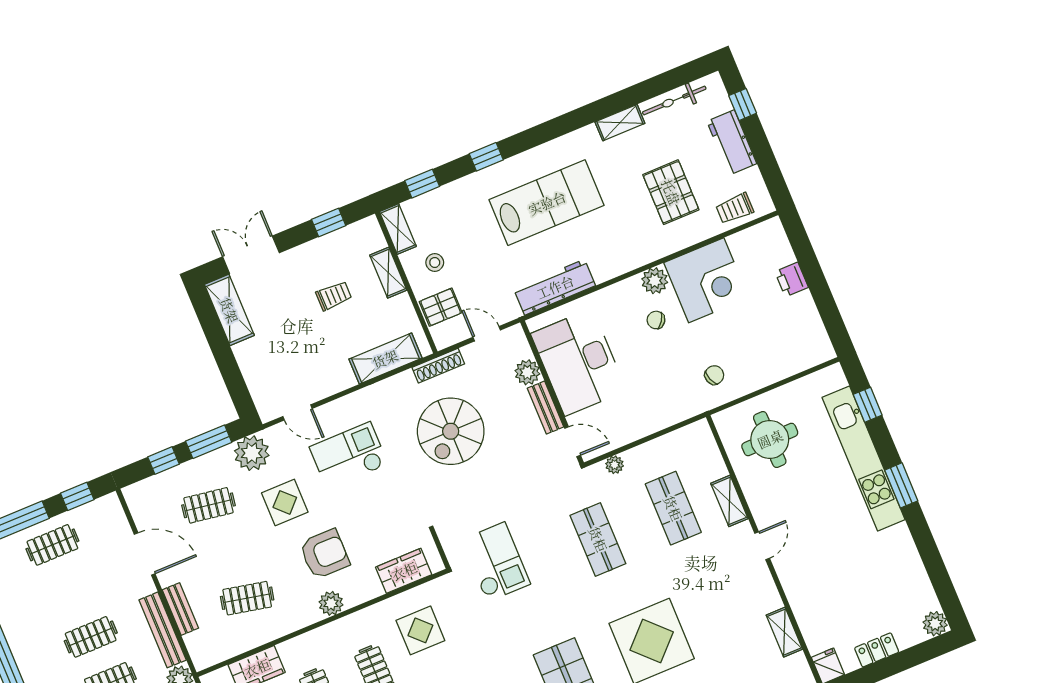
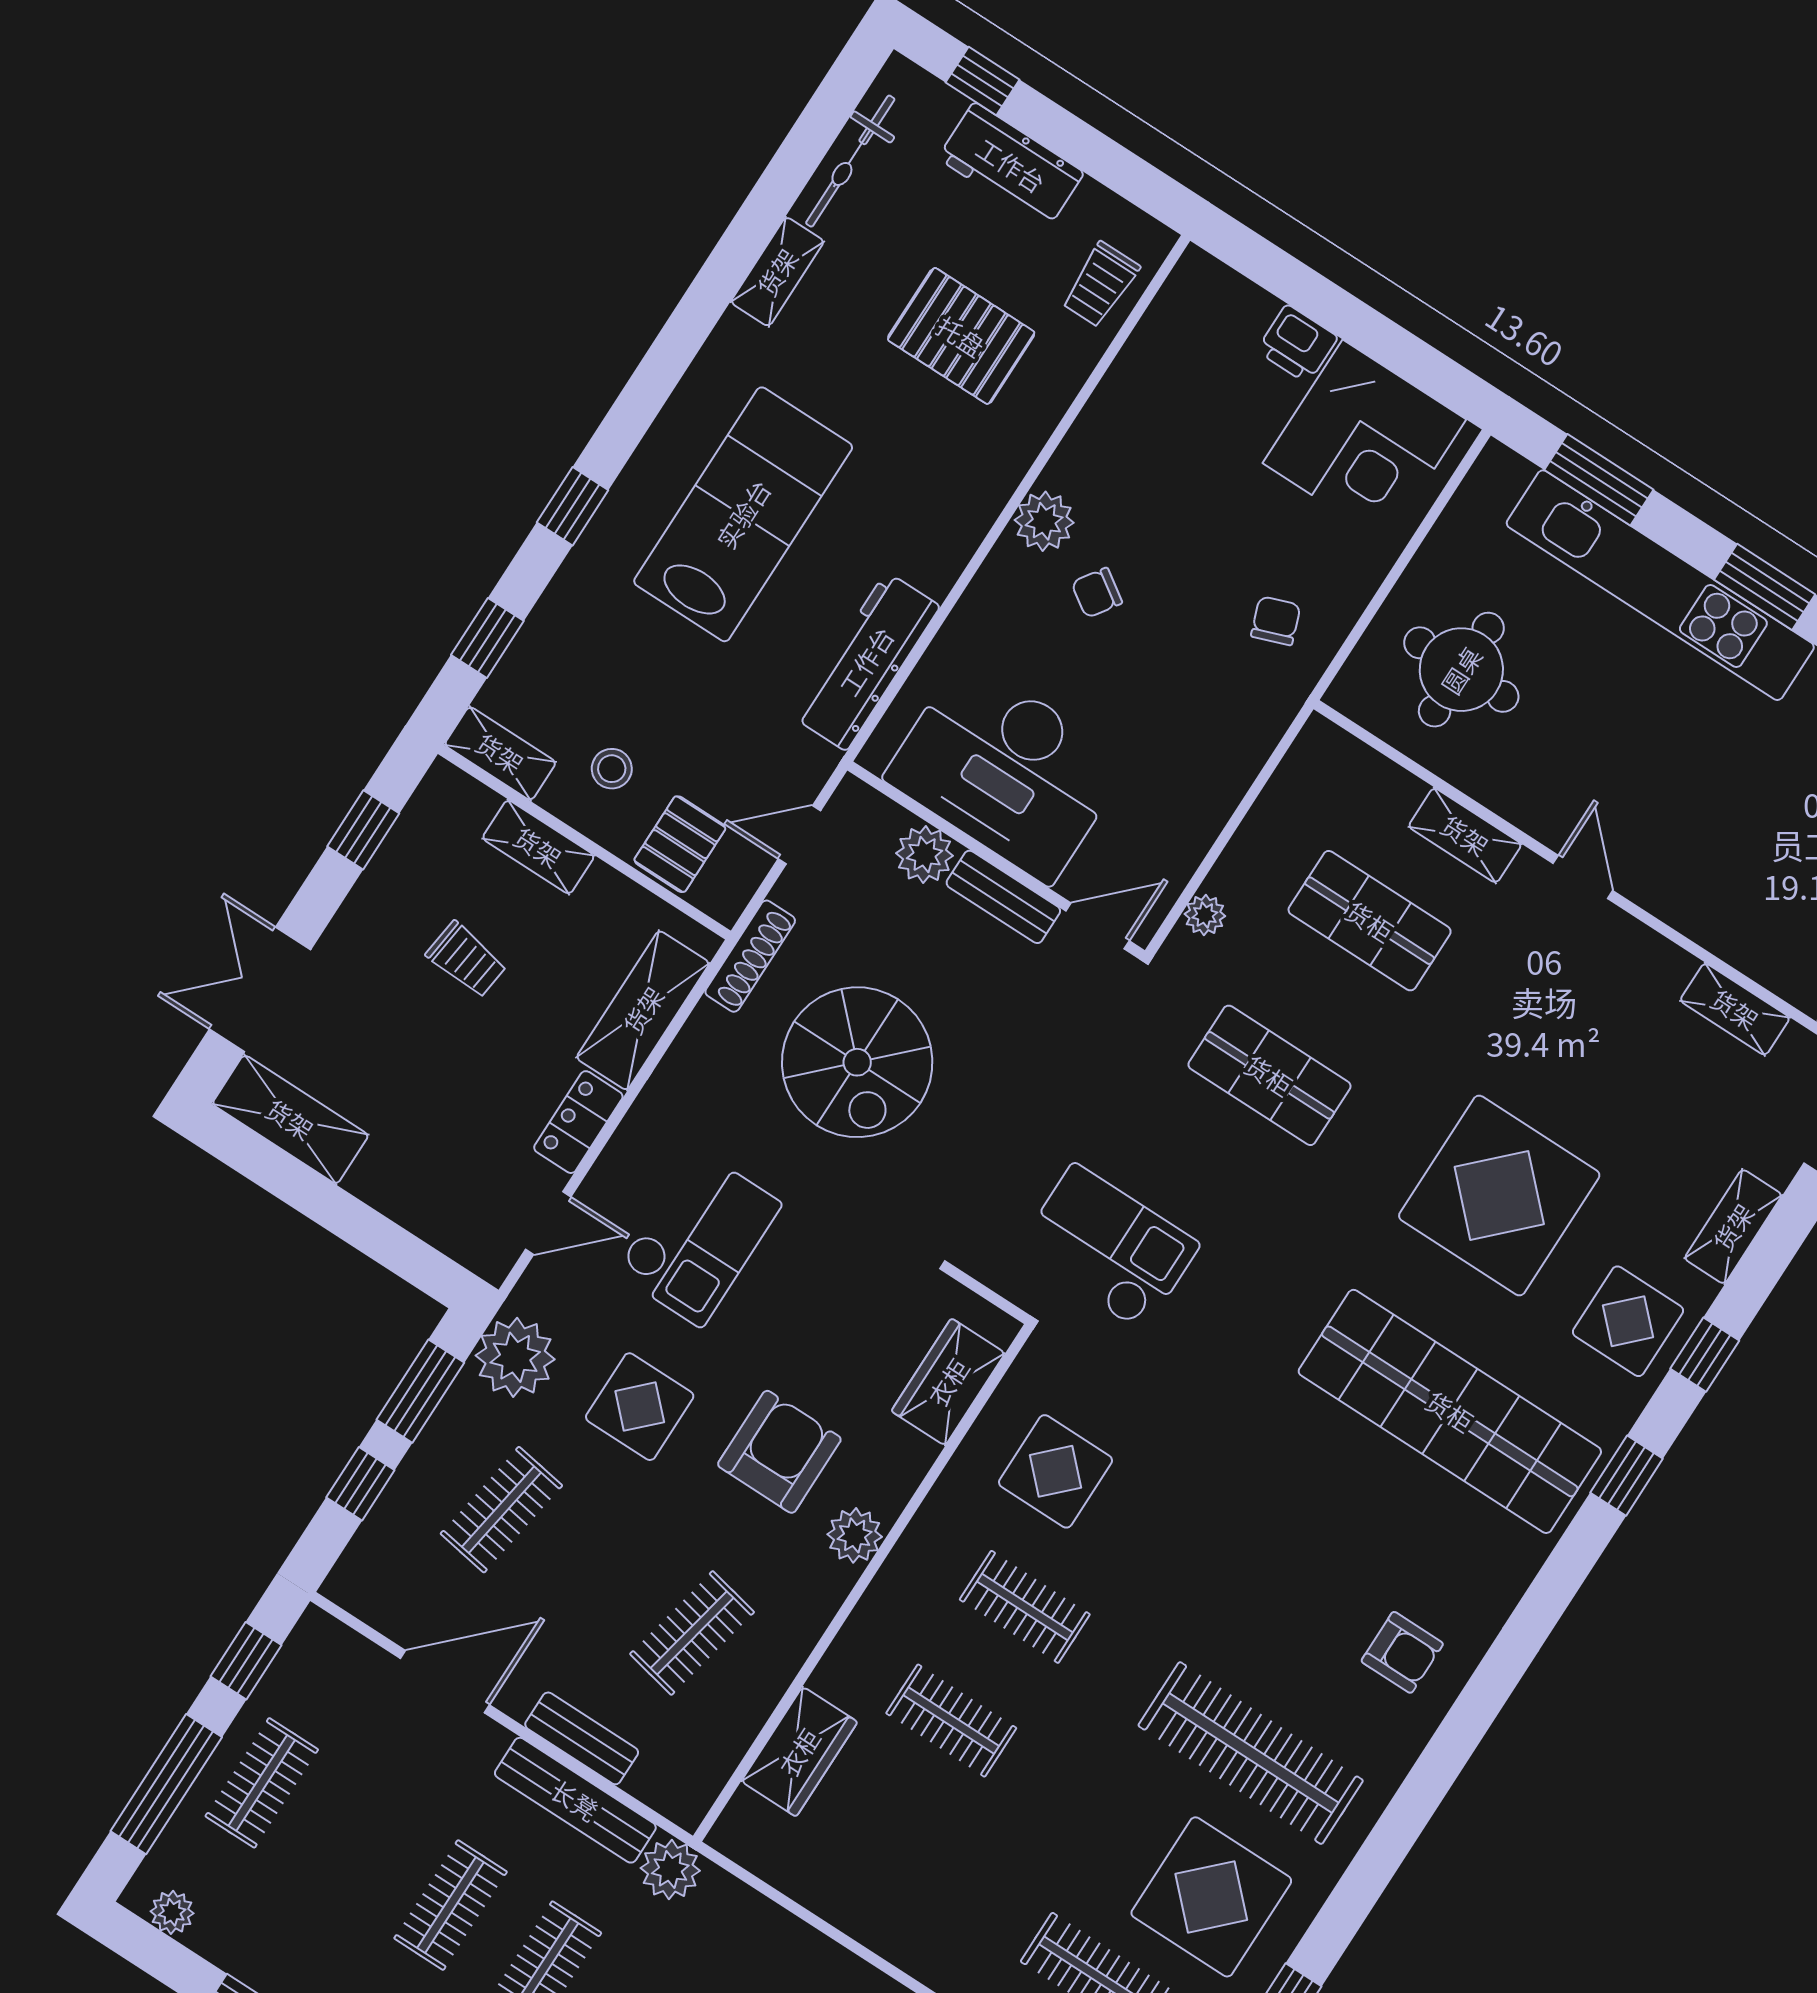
corner desk: (706, 280) -> (1364, 441), moved, turned 90
trolley: (334, 296) -> (466, 960), turned 97
locker: (334, 383) -> (578, 1122), added
window: (868, 405) -> (1599, 480), width x1.50
checkout: (349, 456) -> (698, 1238), turned 180

